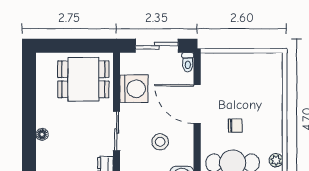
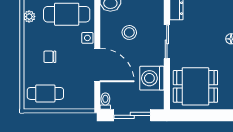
cafe table: (257, 71) -> (45, 93), added
chair: (235, 126) -> (50, 57), moved
side table: (209, 135) -> (87, 38), added

